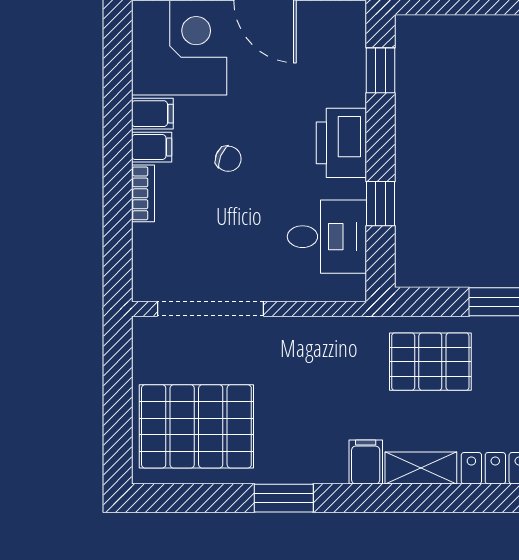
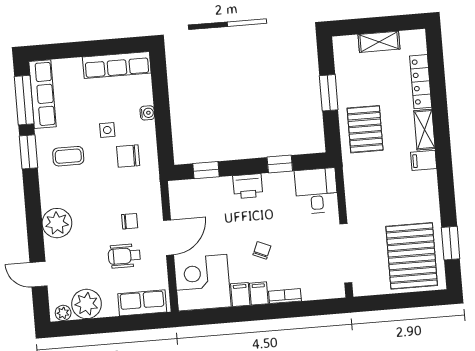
printer: (341, 143) -> (248, 186), width x0.73, depth x0.84
desk: (327, 237) -> (316, 191), moved
window: (284, 498) -> (451, 243), moved

